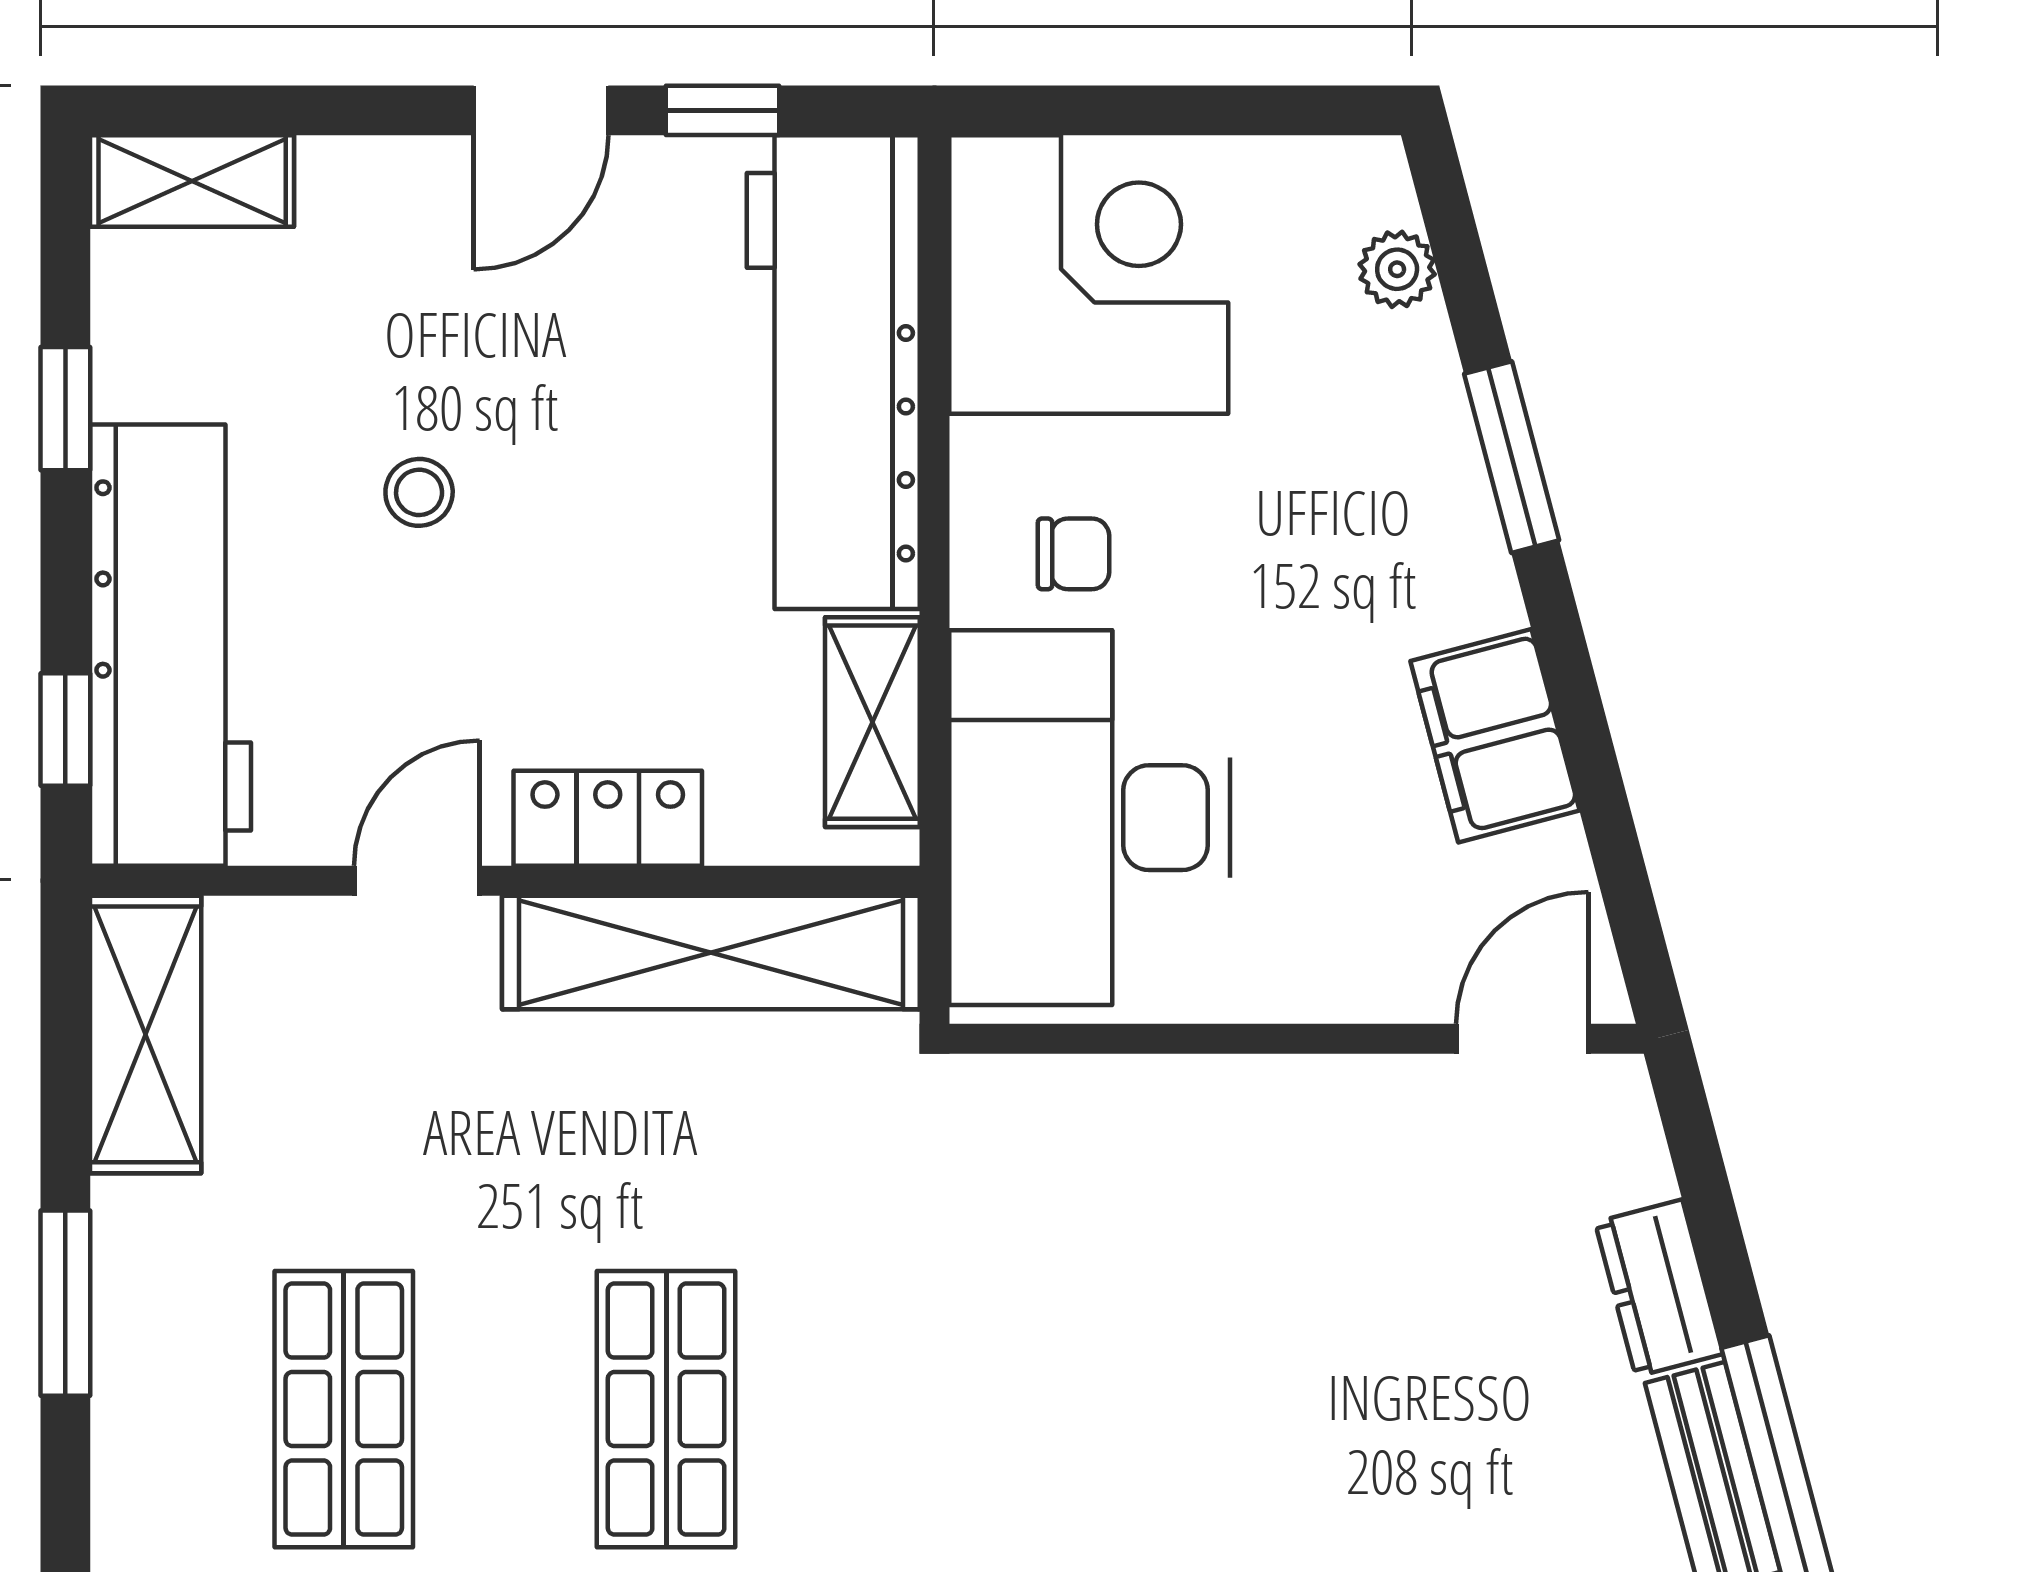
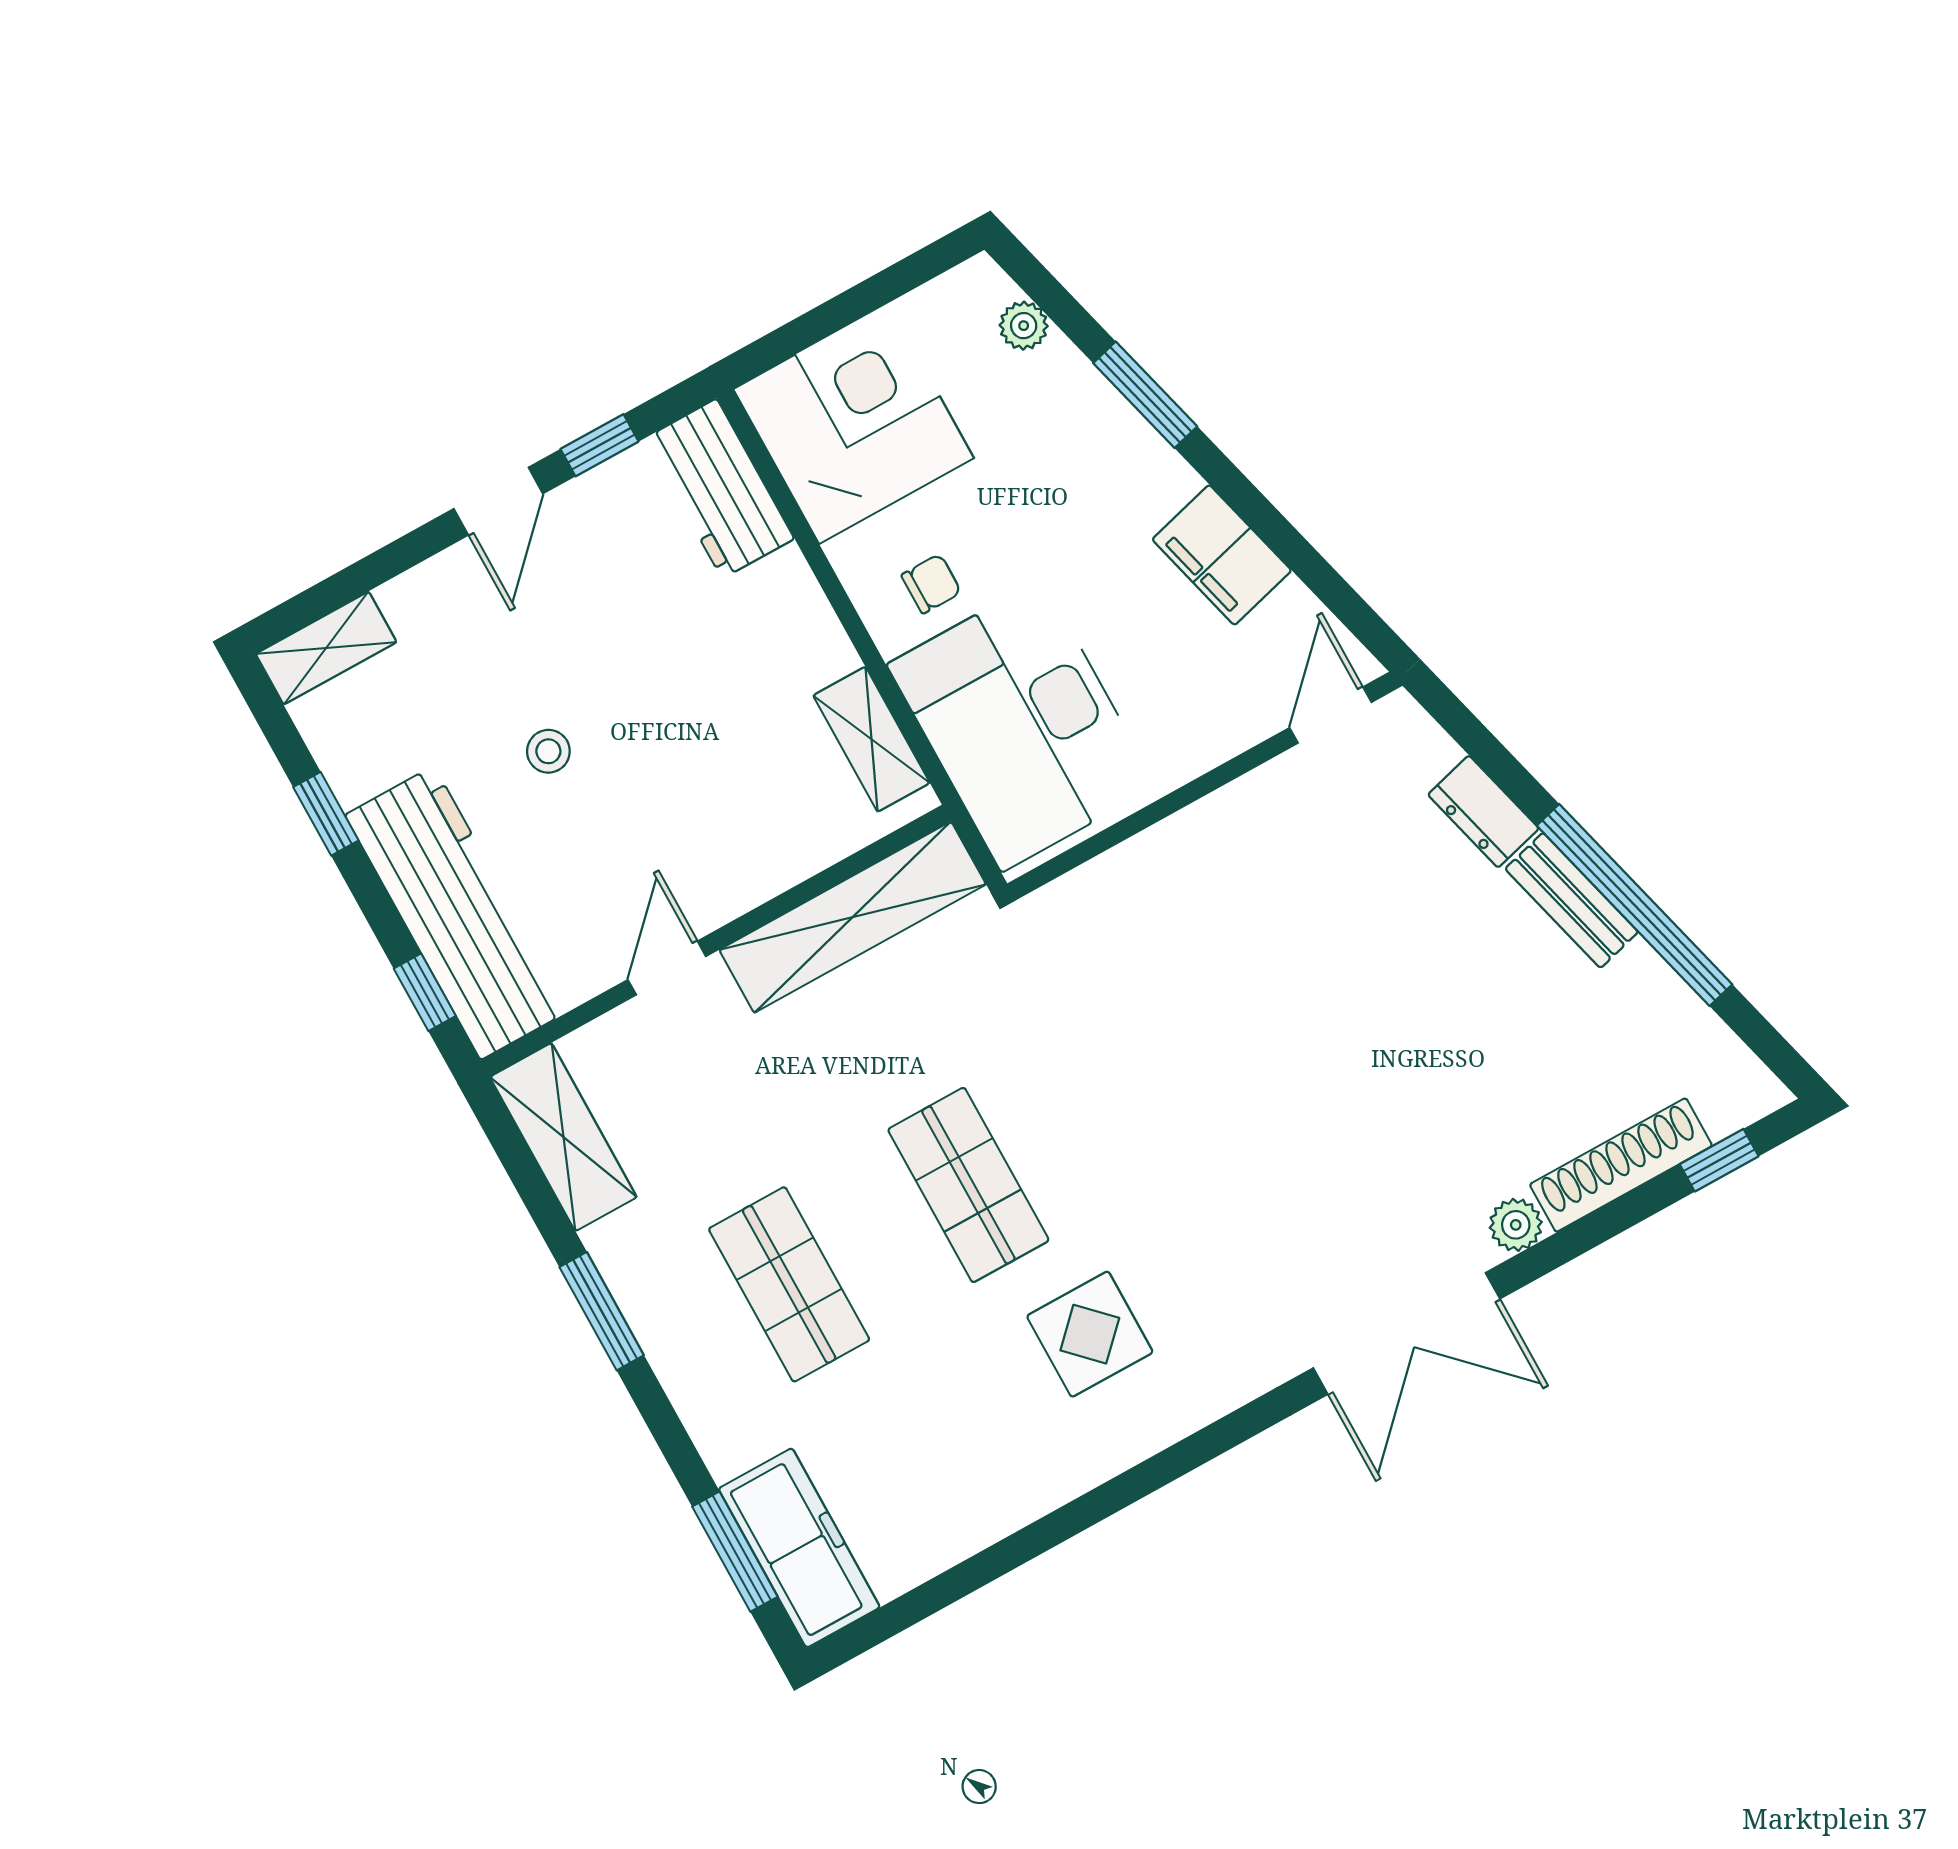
workbench: (833, 372) -> (719, 489), width x0.53, depth x0.76
locker: (608, 818) -> (754, 874), removed

